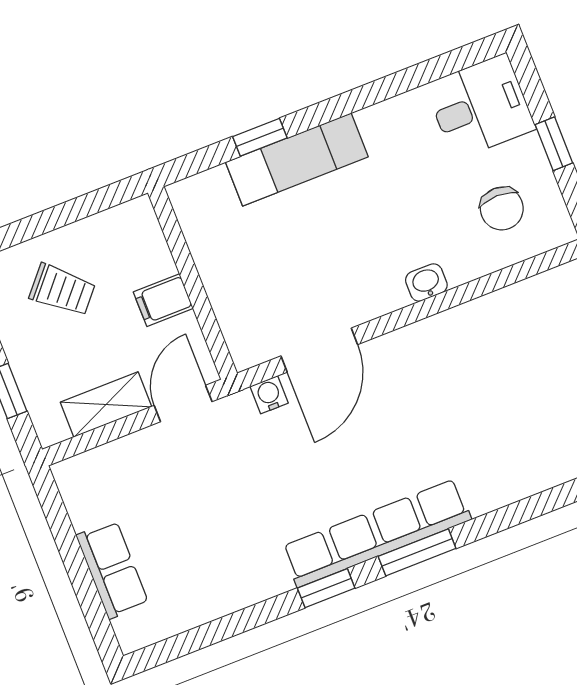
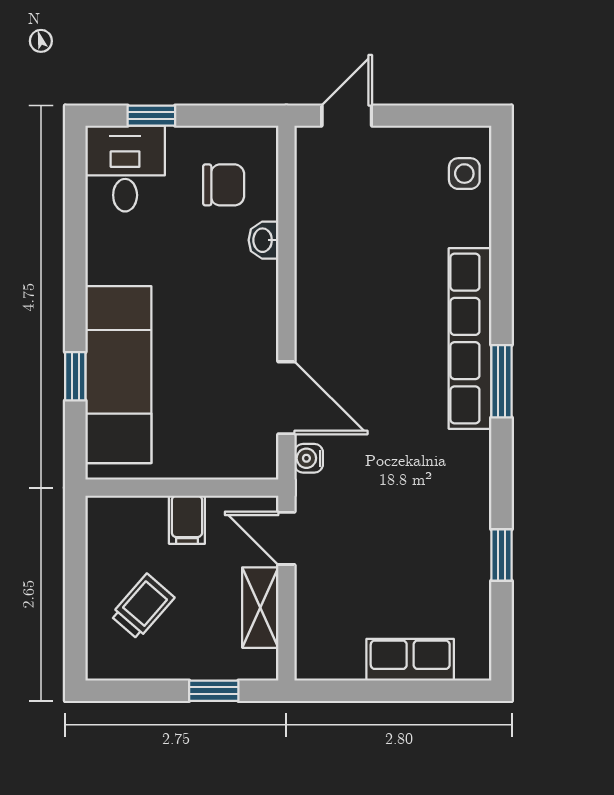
window: (554, 144) -> (151, 116), moved
exam couch: (297, 160) -> (118, 375), width x1.36, depth x1.45
washbasin: (426, 283) -> (263, 240), moved
row of seats: (377, 533) -> (470, 339), moved
window: (326, 588) -> (502, 555), moved

